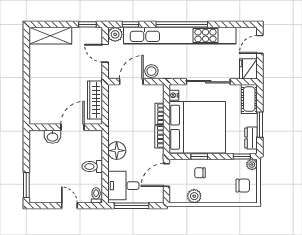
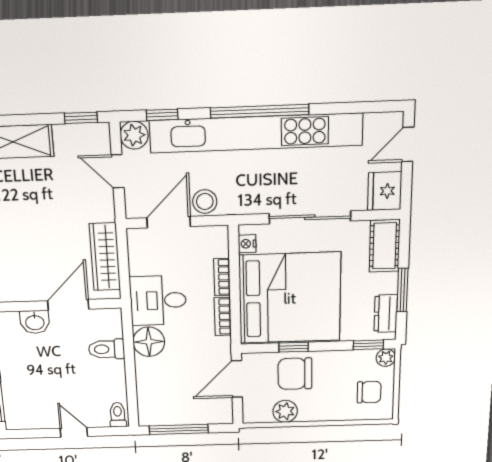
toilet: (92, 167) -> (107, 349), moved
chair: (200, 173) -> (295, 374), width x1.87, depth x1.87
desk: (123, 186) -> (158, 300), moved

